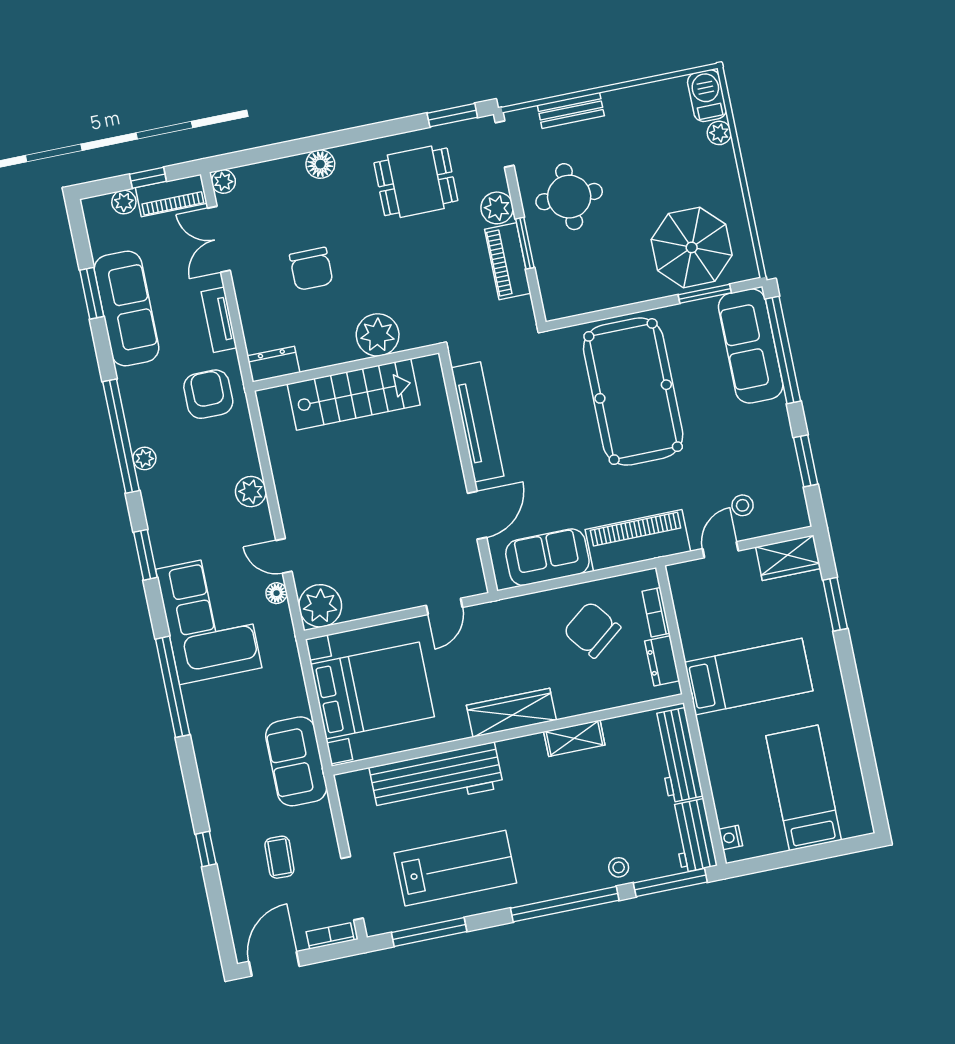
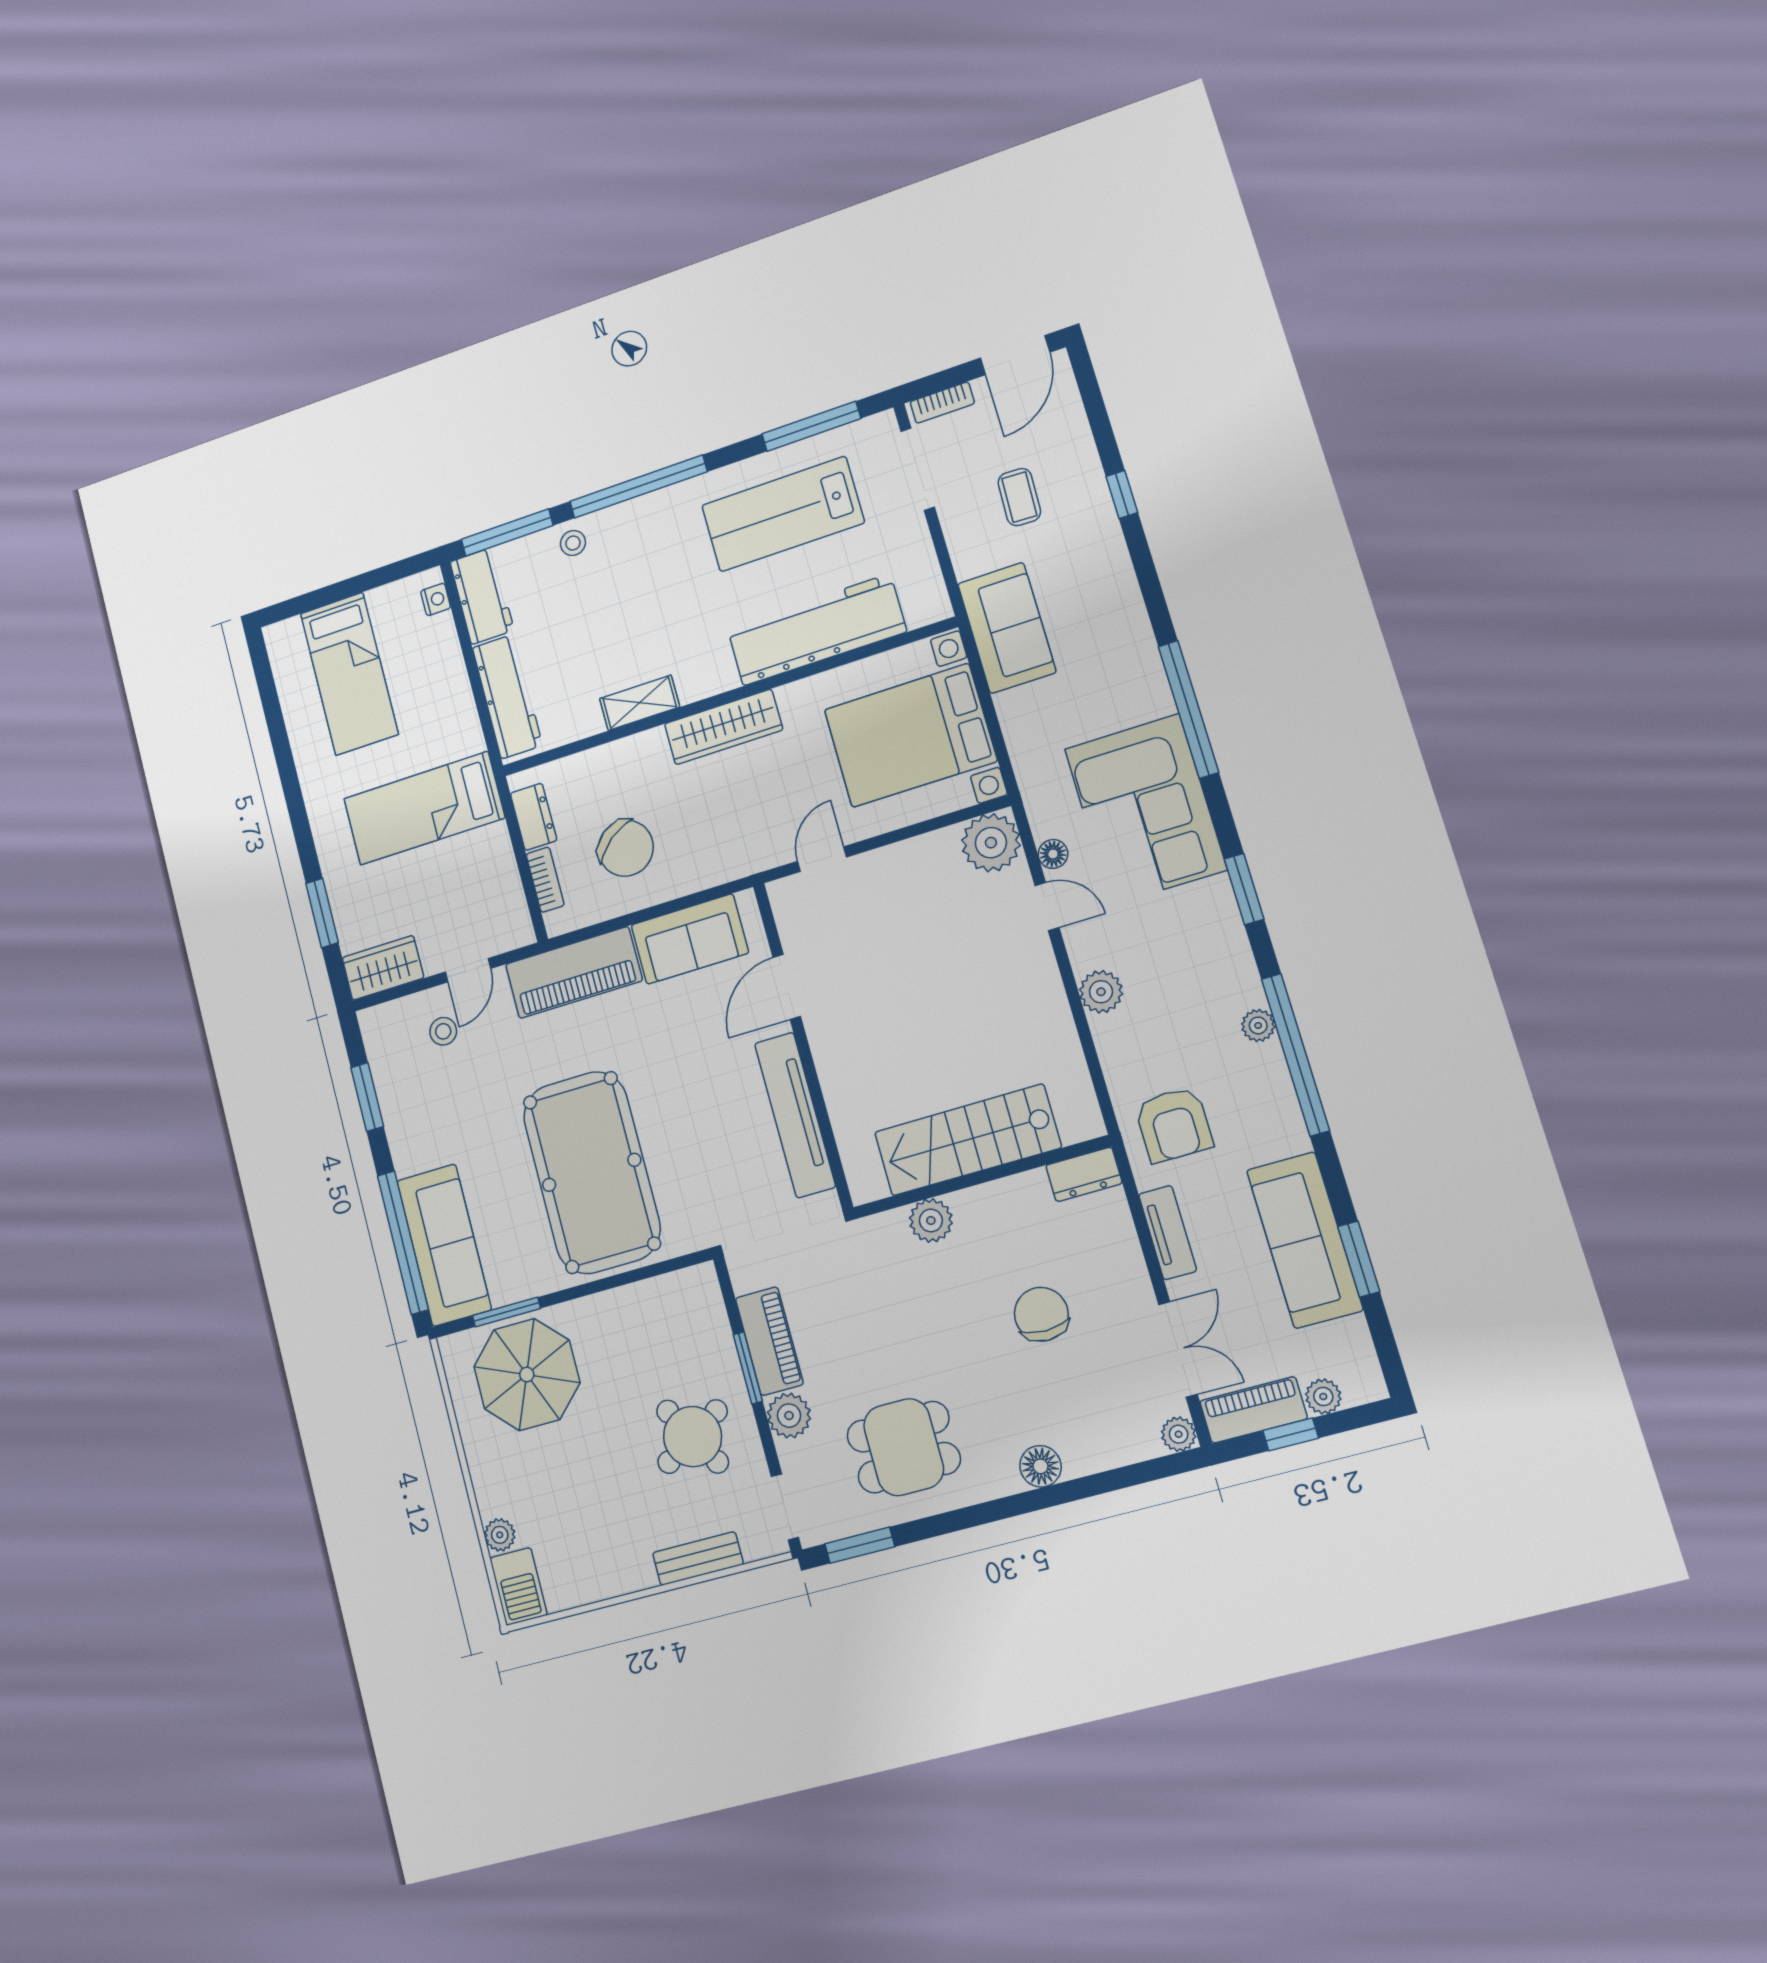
round table: (569, 197) -> (693, 1437), turned -31
plant: (378, 335) -> (931, 1220), width x0.73, depth x0.73

